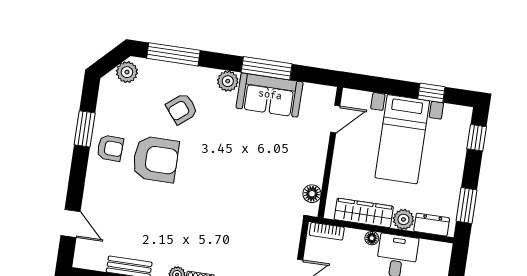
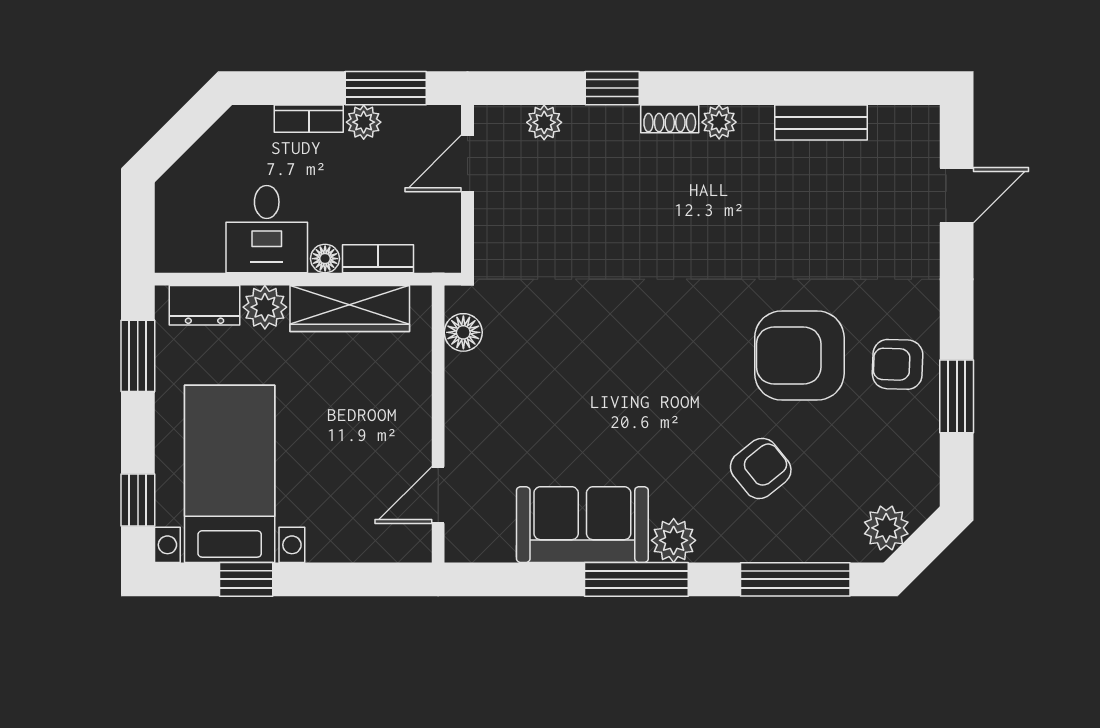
window: (267, 68) -> (636, 579), moved
bed with nightstands: (402, 139) -> (230, 474), moved
door: (71, 223) -> (957, 195), swing flipped
bookcase: (327, 231) -> (378, 259), moved

